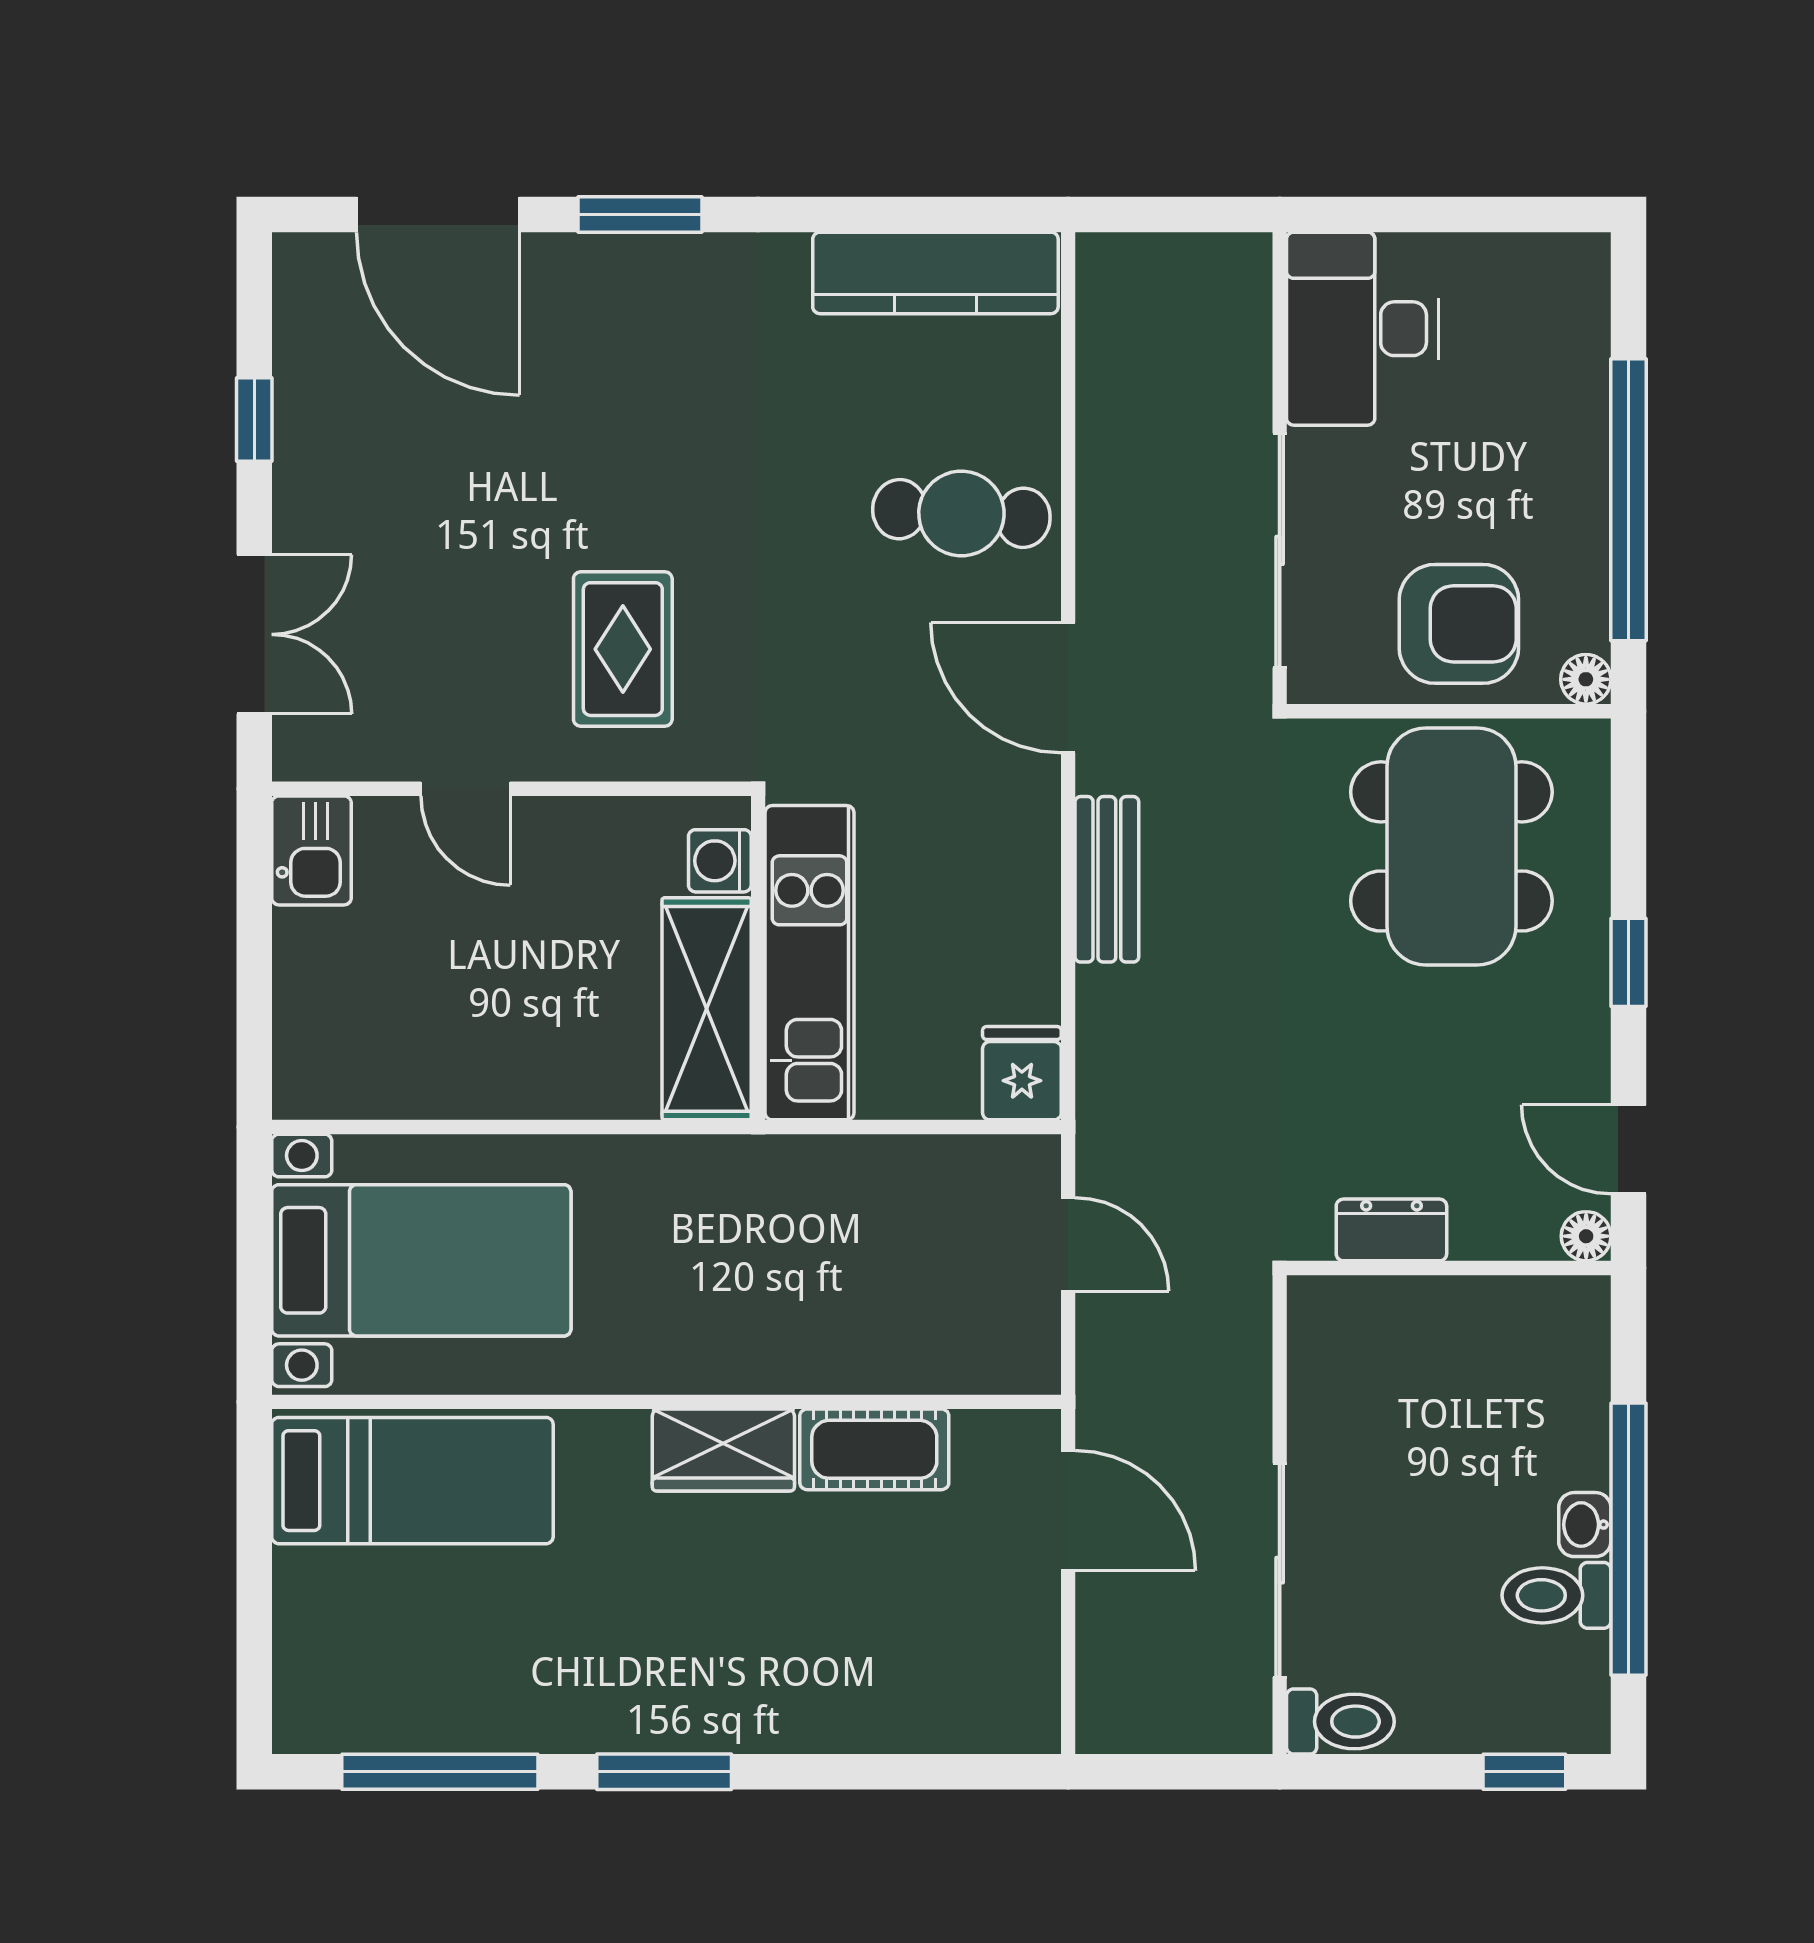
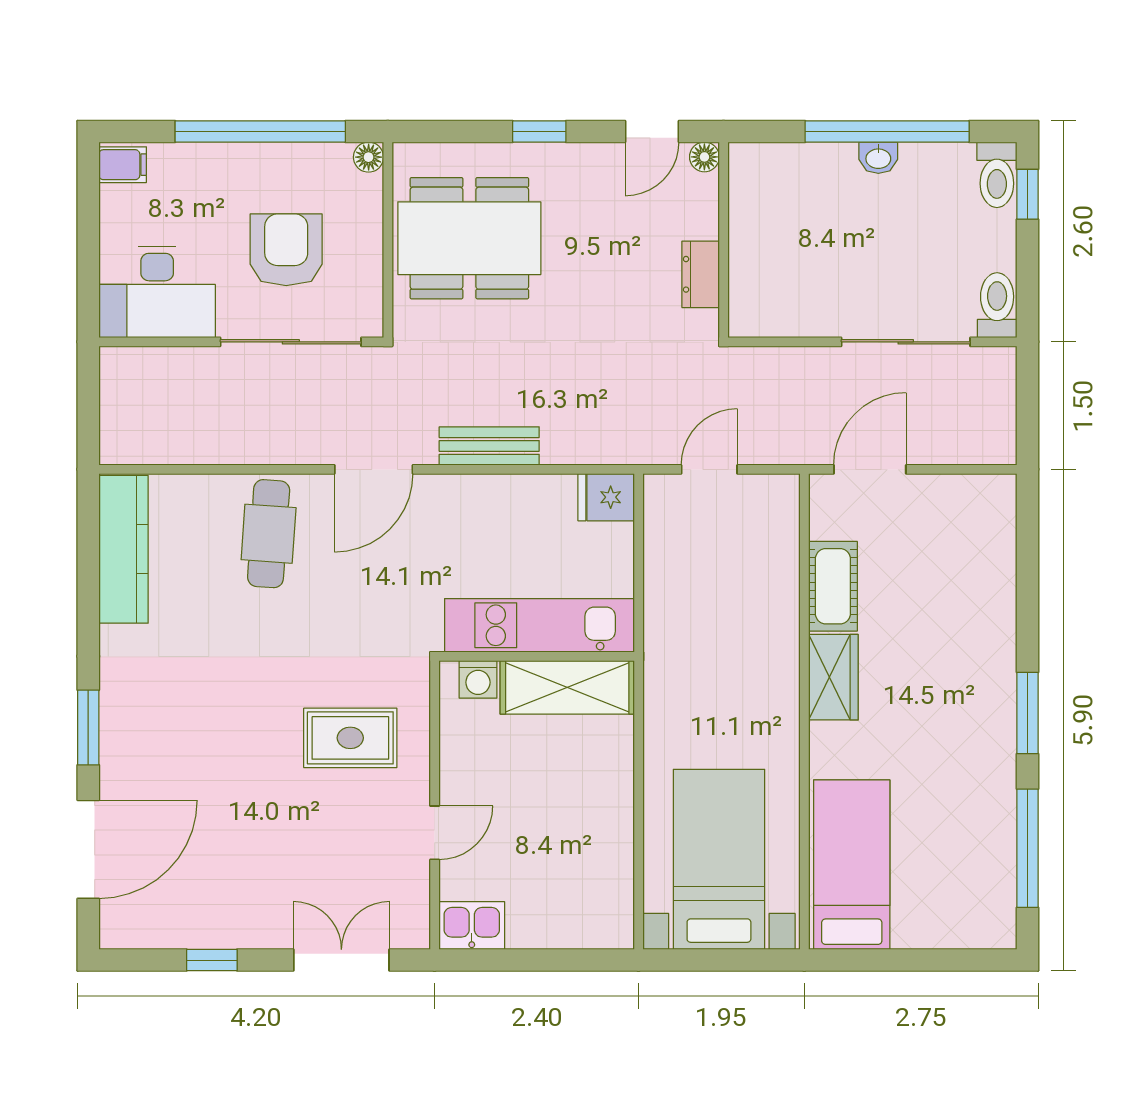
filing cabinet: (1573, 272) -> (123, 165), added
armchair: (1459, 624) -> (286, 250), moved
toilet: (1557, 1595) -> (997, 175), moved

